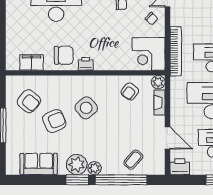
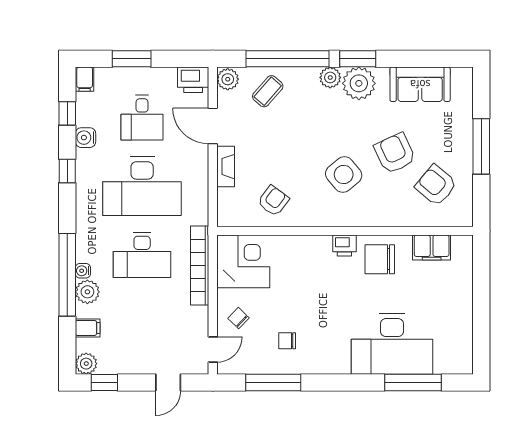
plant: (158, 82) -> (228, 79), moved
fireplace: (160, 103) -> (226, 167), moved
armchair: (54, 121) -> (395, 153), turned 88

